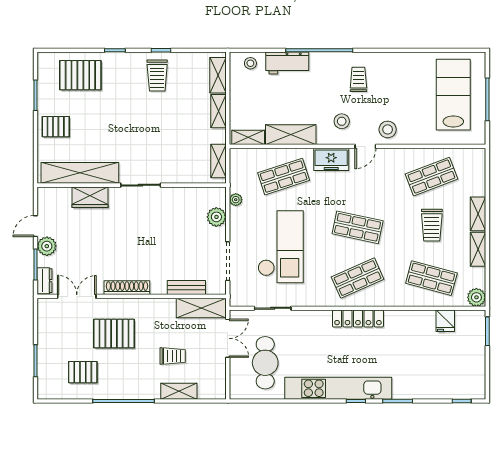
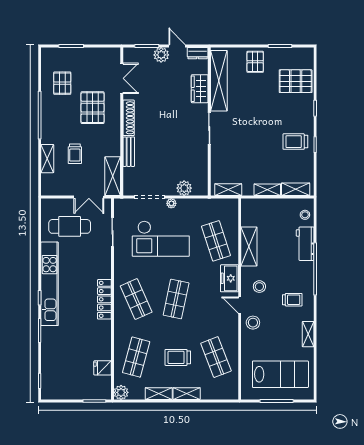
pallet: (80, 75) -> (296, 81), turned 90
shelving: (248, 137) -> (308, 334), moved
plant: (236, 200) -> (171, 203), moved
dresser: (45, 281) -> (198, 53), moved
bench: (186, 288) -> (129, 152), moved

